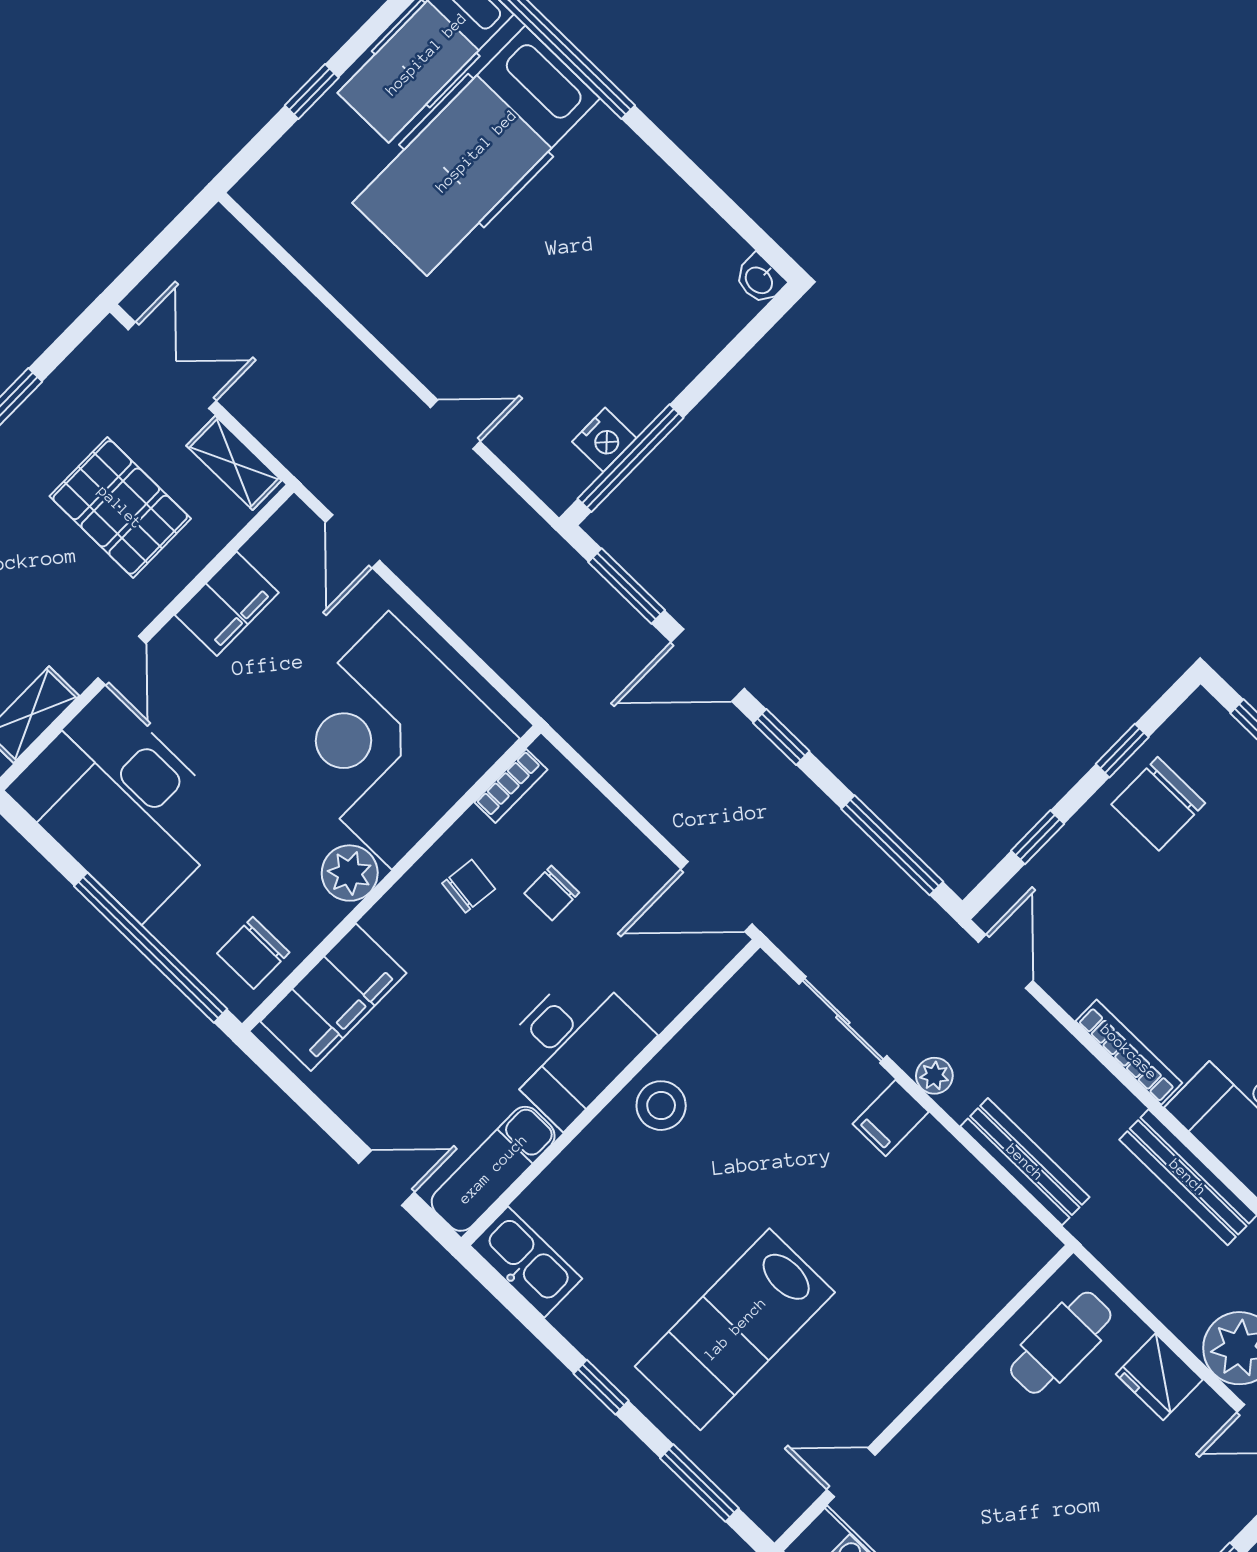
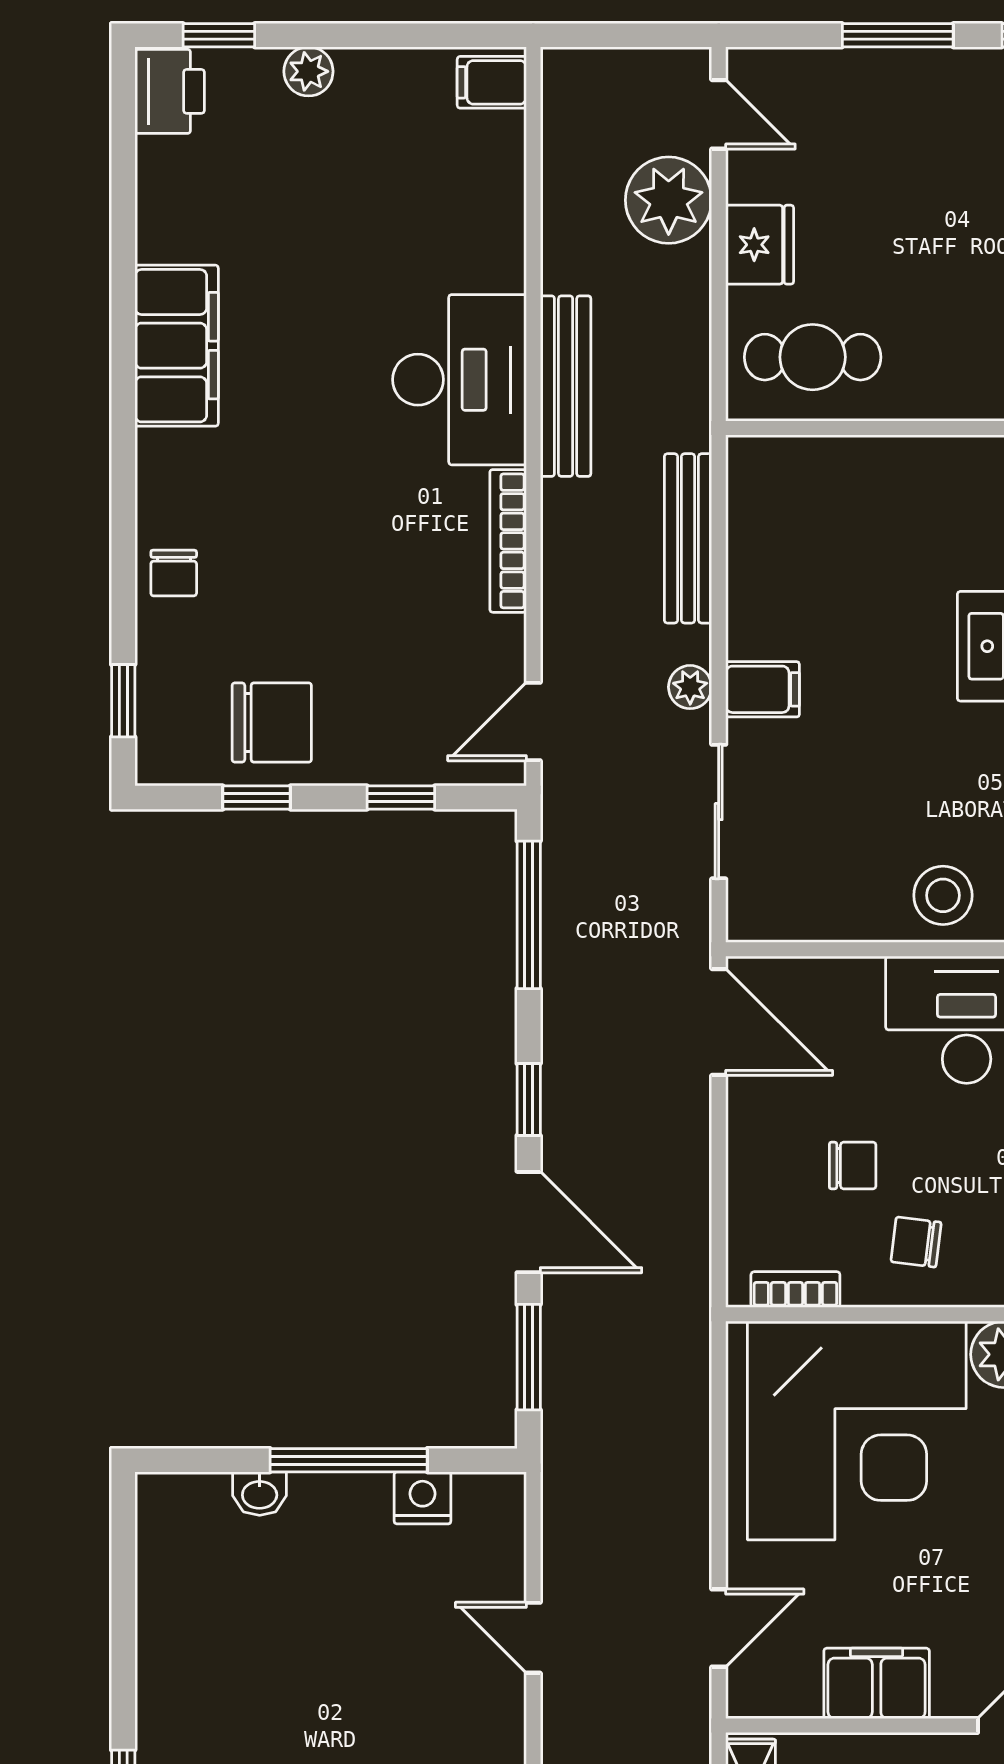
washbasin: (760, 280) -> (260, 1494), moved, turned 90
window: (630, 458) -> (349, 1460), moved

